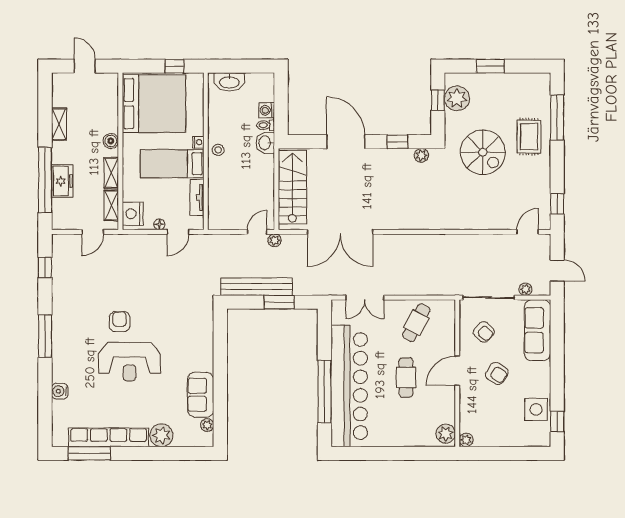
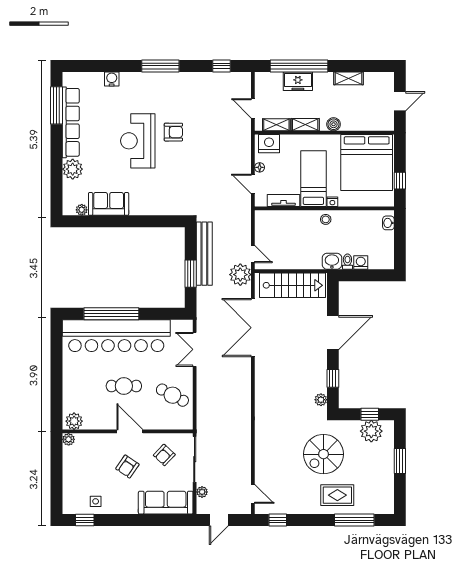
washbasin: (229, 82) -> (388, 223), width x0.52, depth x0.69
plant: (275, 240) -> (240, 275), width x1.87, depth x1.87
side table: (536, 409) -> (96, 501), width x0.54, depth x0.54

